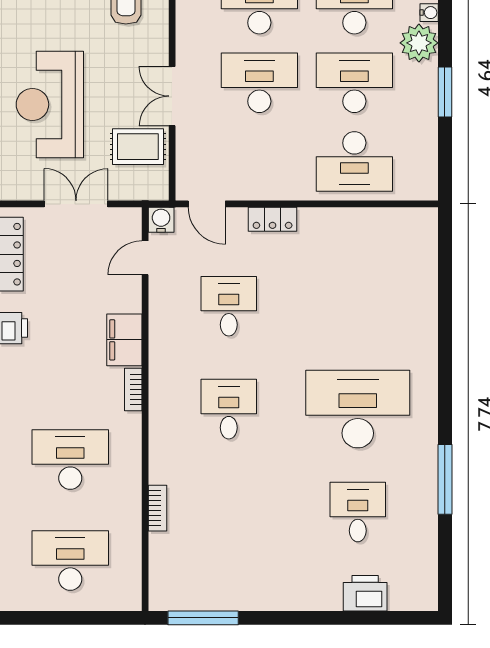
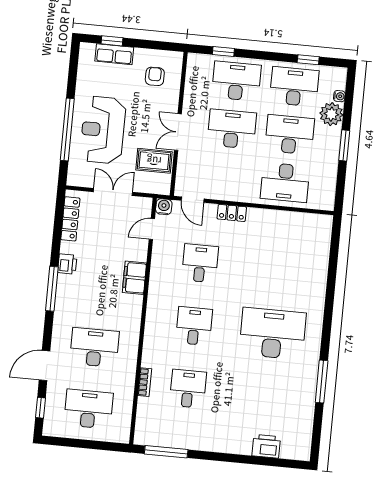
bookcase: (133, 389) -> (137, 308), removed
desk: (358, 512) -> (188, 389), moved

